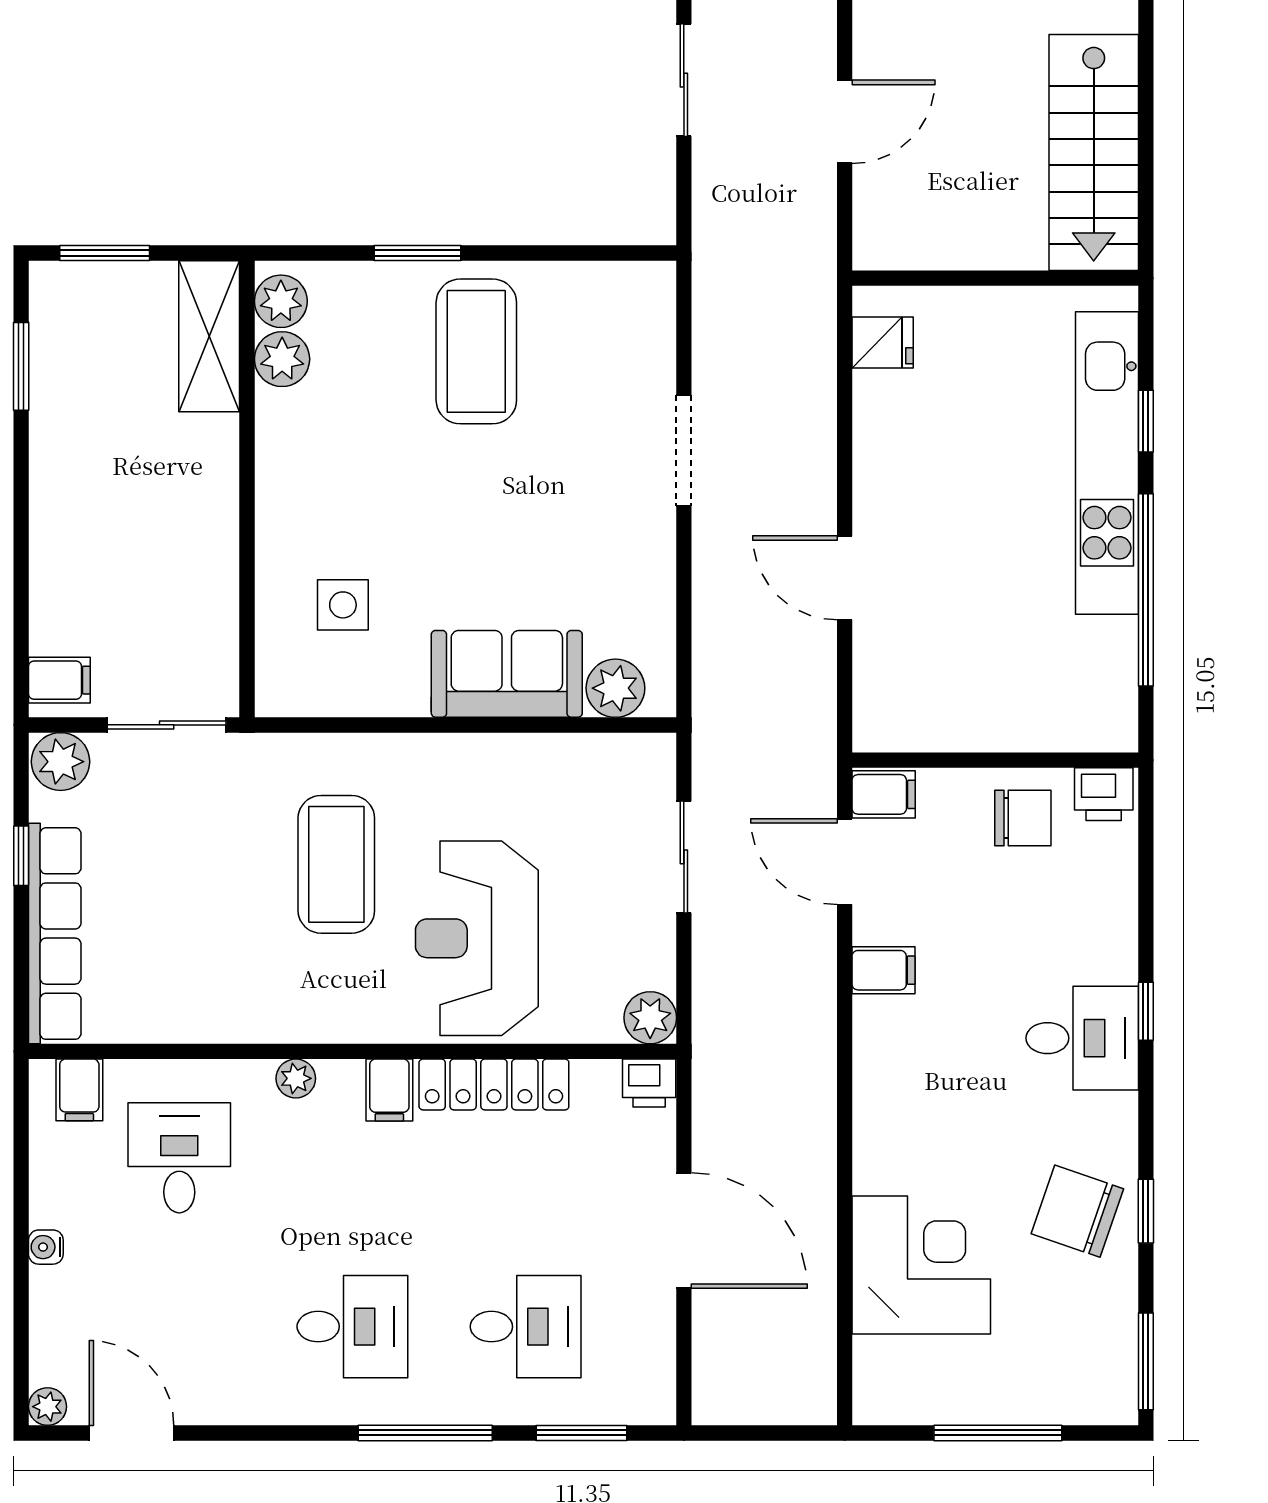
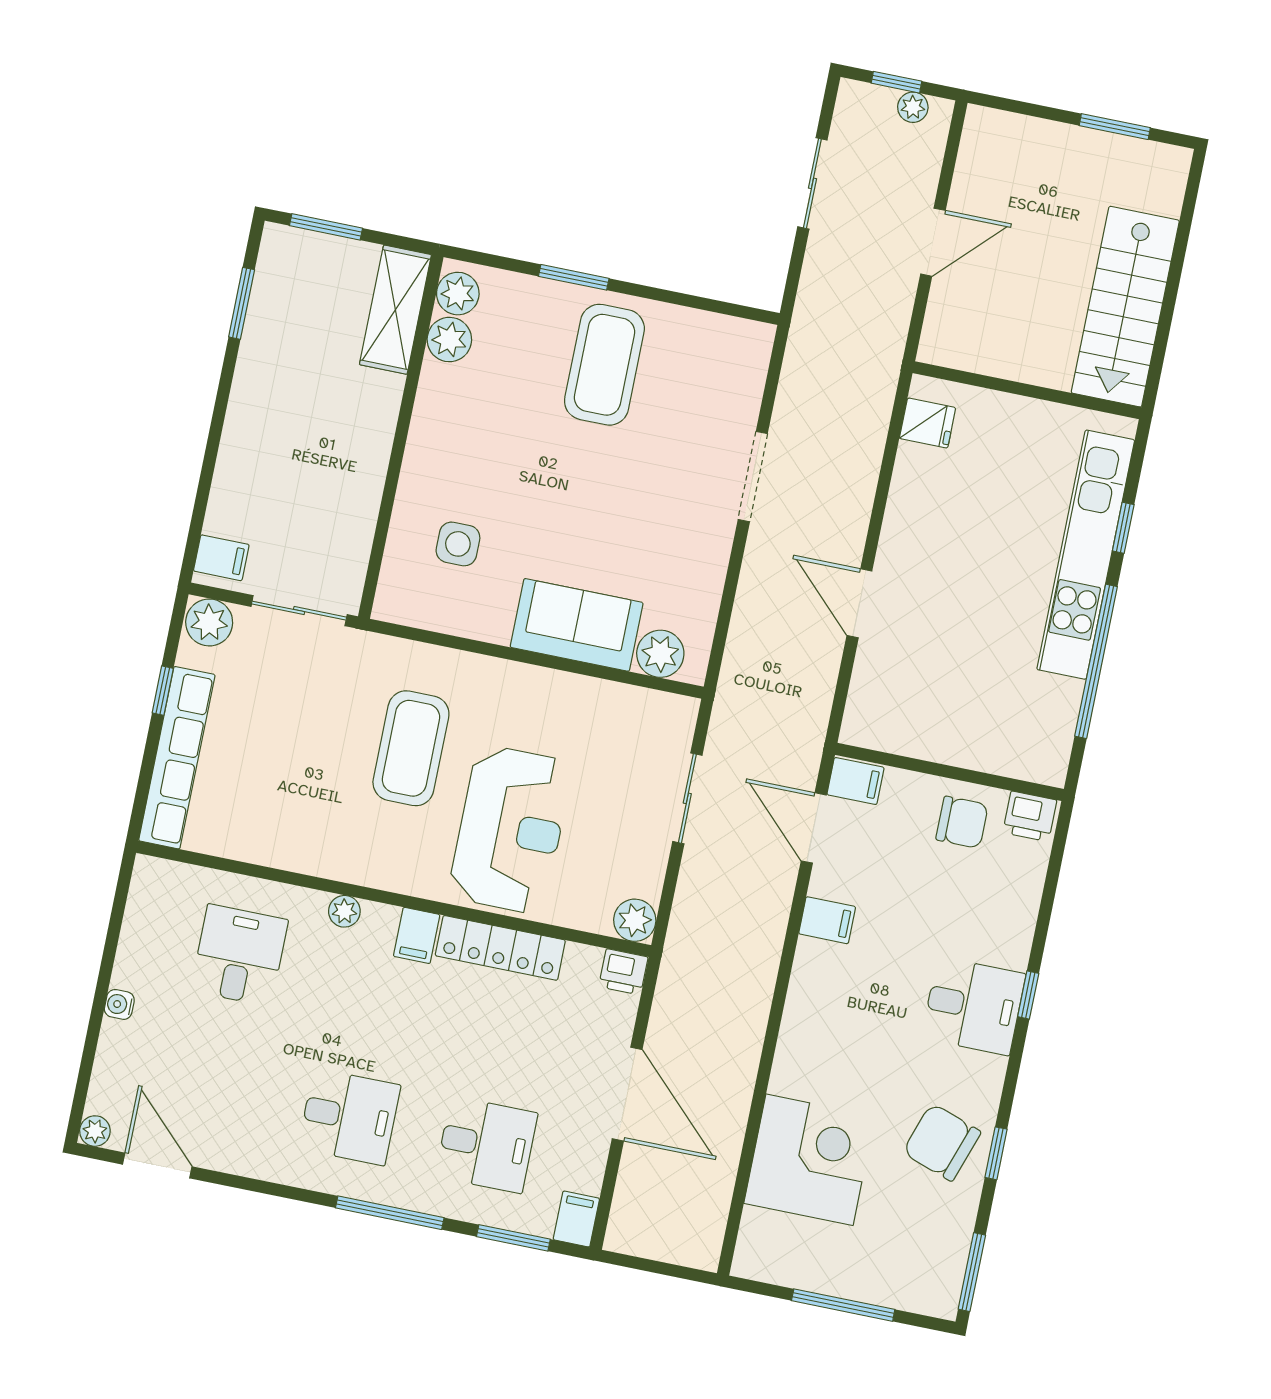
reception desk: (477, 938) -> (510, 829), turned 180
filing cabinet: (79, 1090) -> (576, 1219), moved, turned 180

